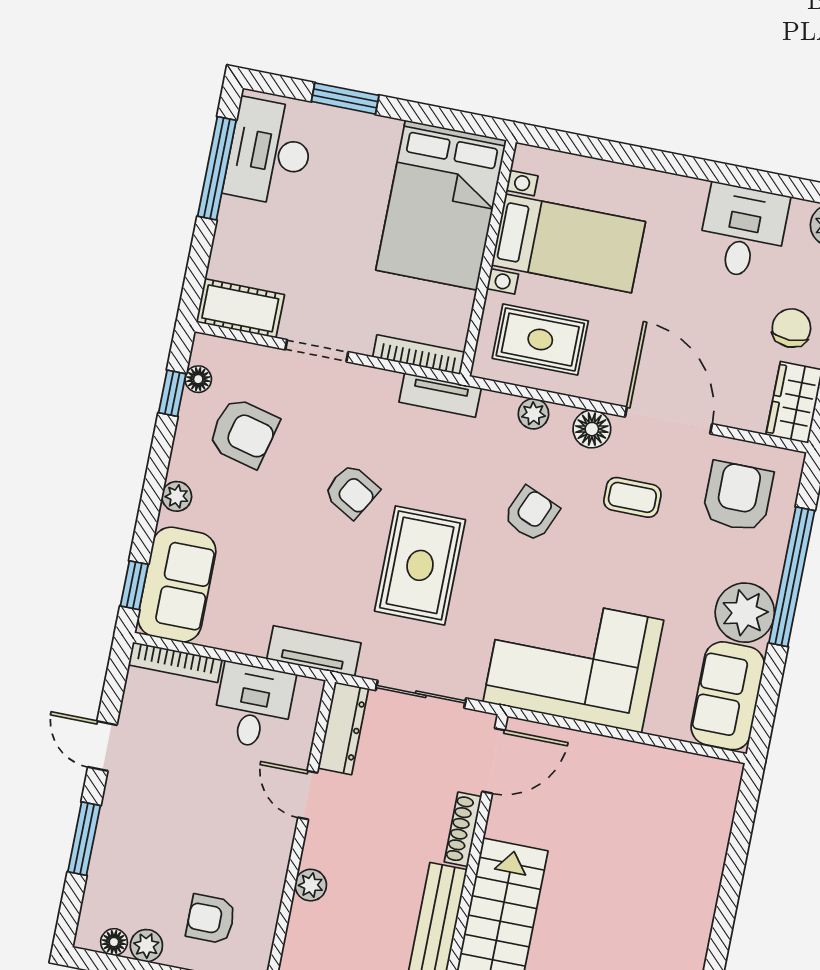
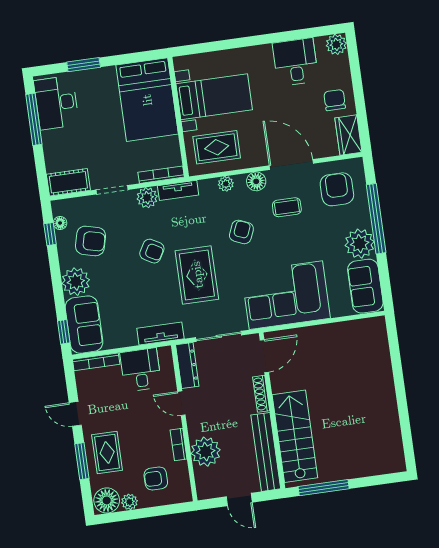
plant: (377, 388) -> (147, 198), added
plant: (177, 496) -> (76, 282), width x1.88, depth x1.88
rug: (137, 839) -> (107, 452), added
bookcase: (276, 870) -> (179, 444), added
plant: (311, 885) -> (206, 452), width x1.87, depth x1.87
floor lamp: (114, 942) -> (107, 500), width x1.89, depth x1.89

